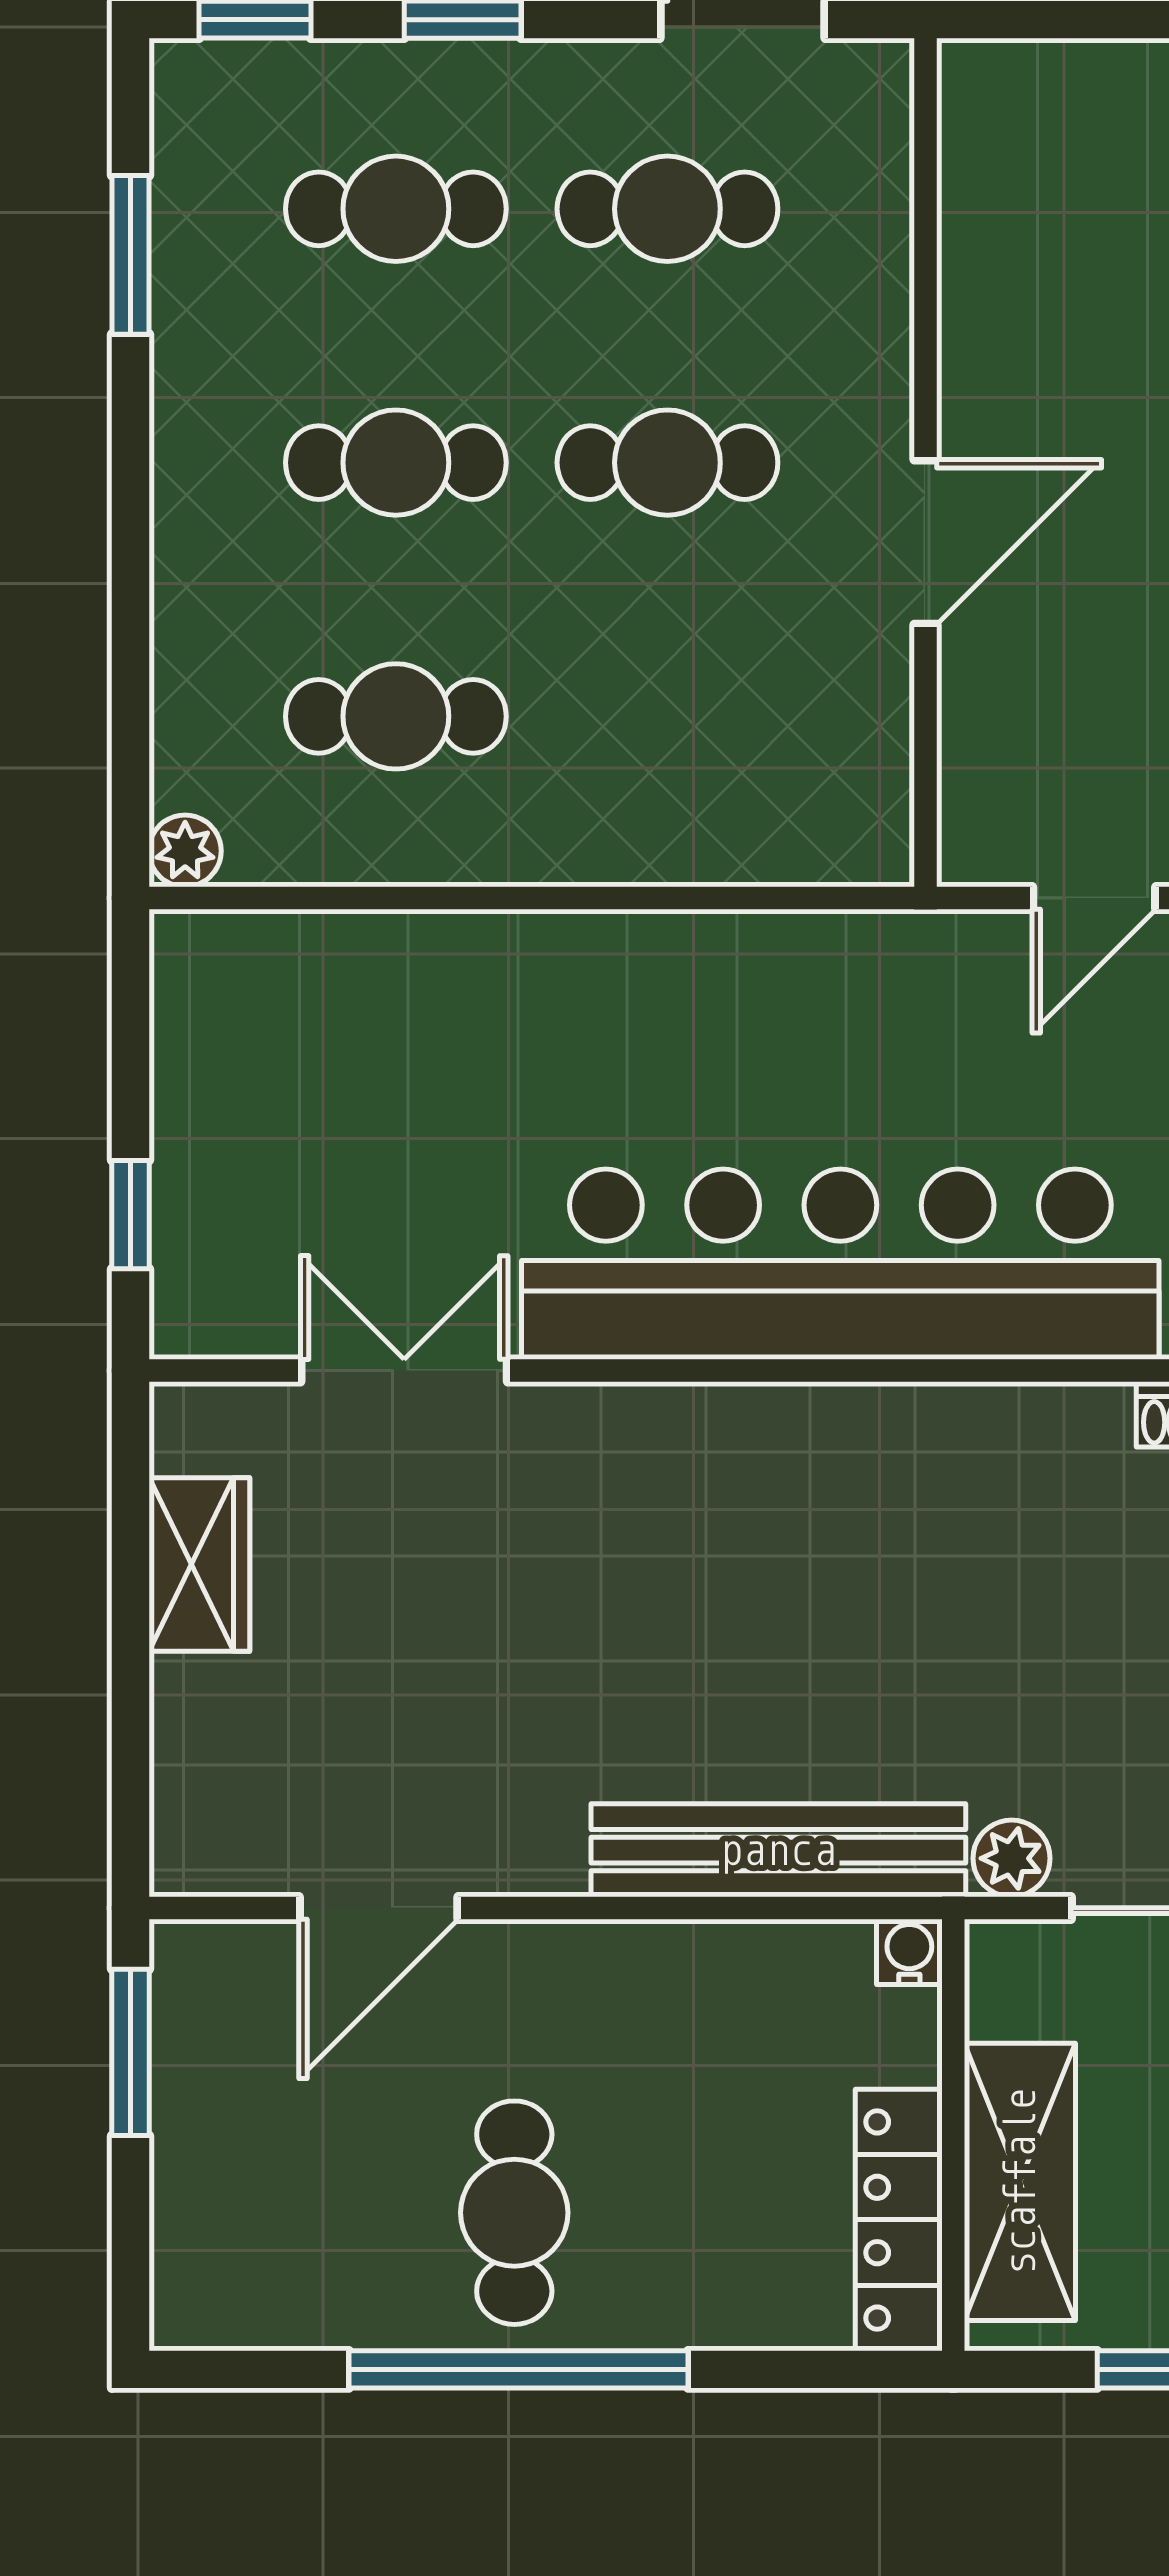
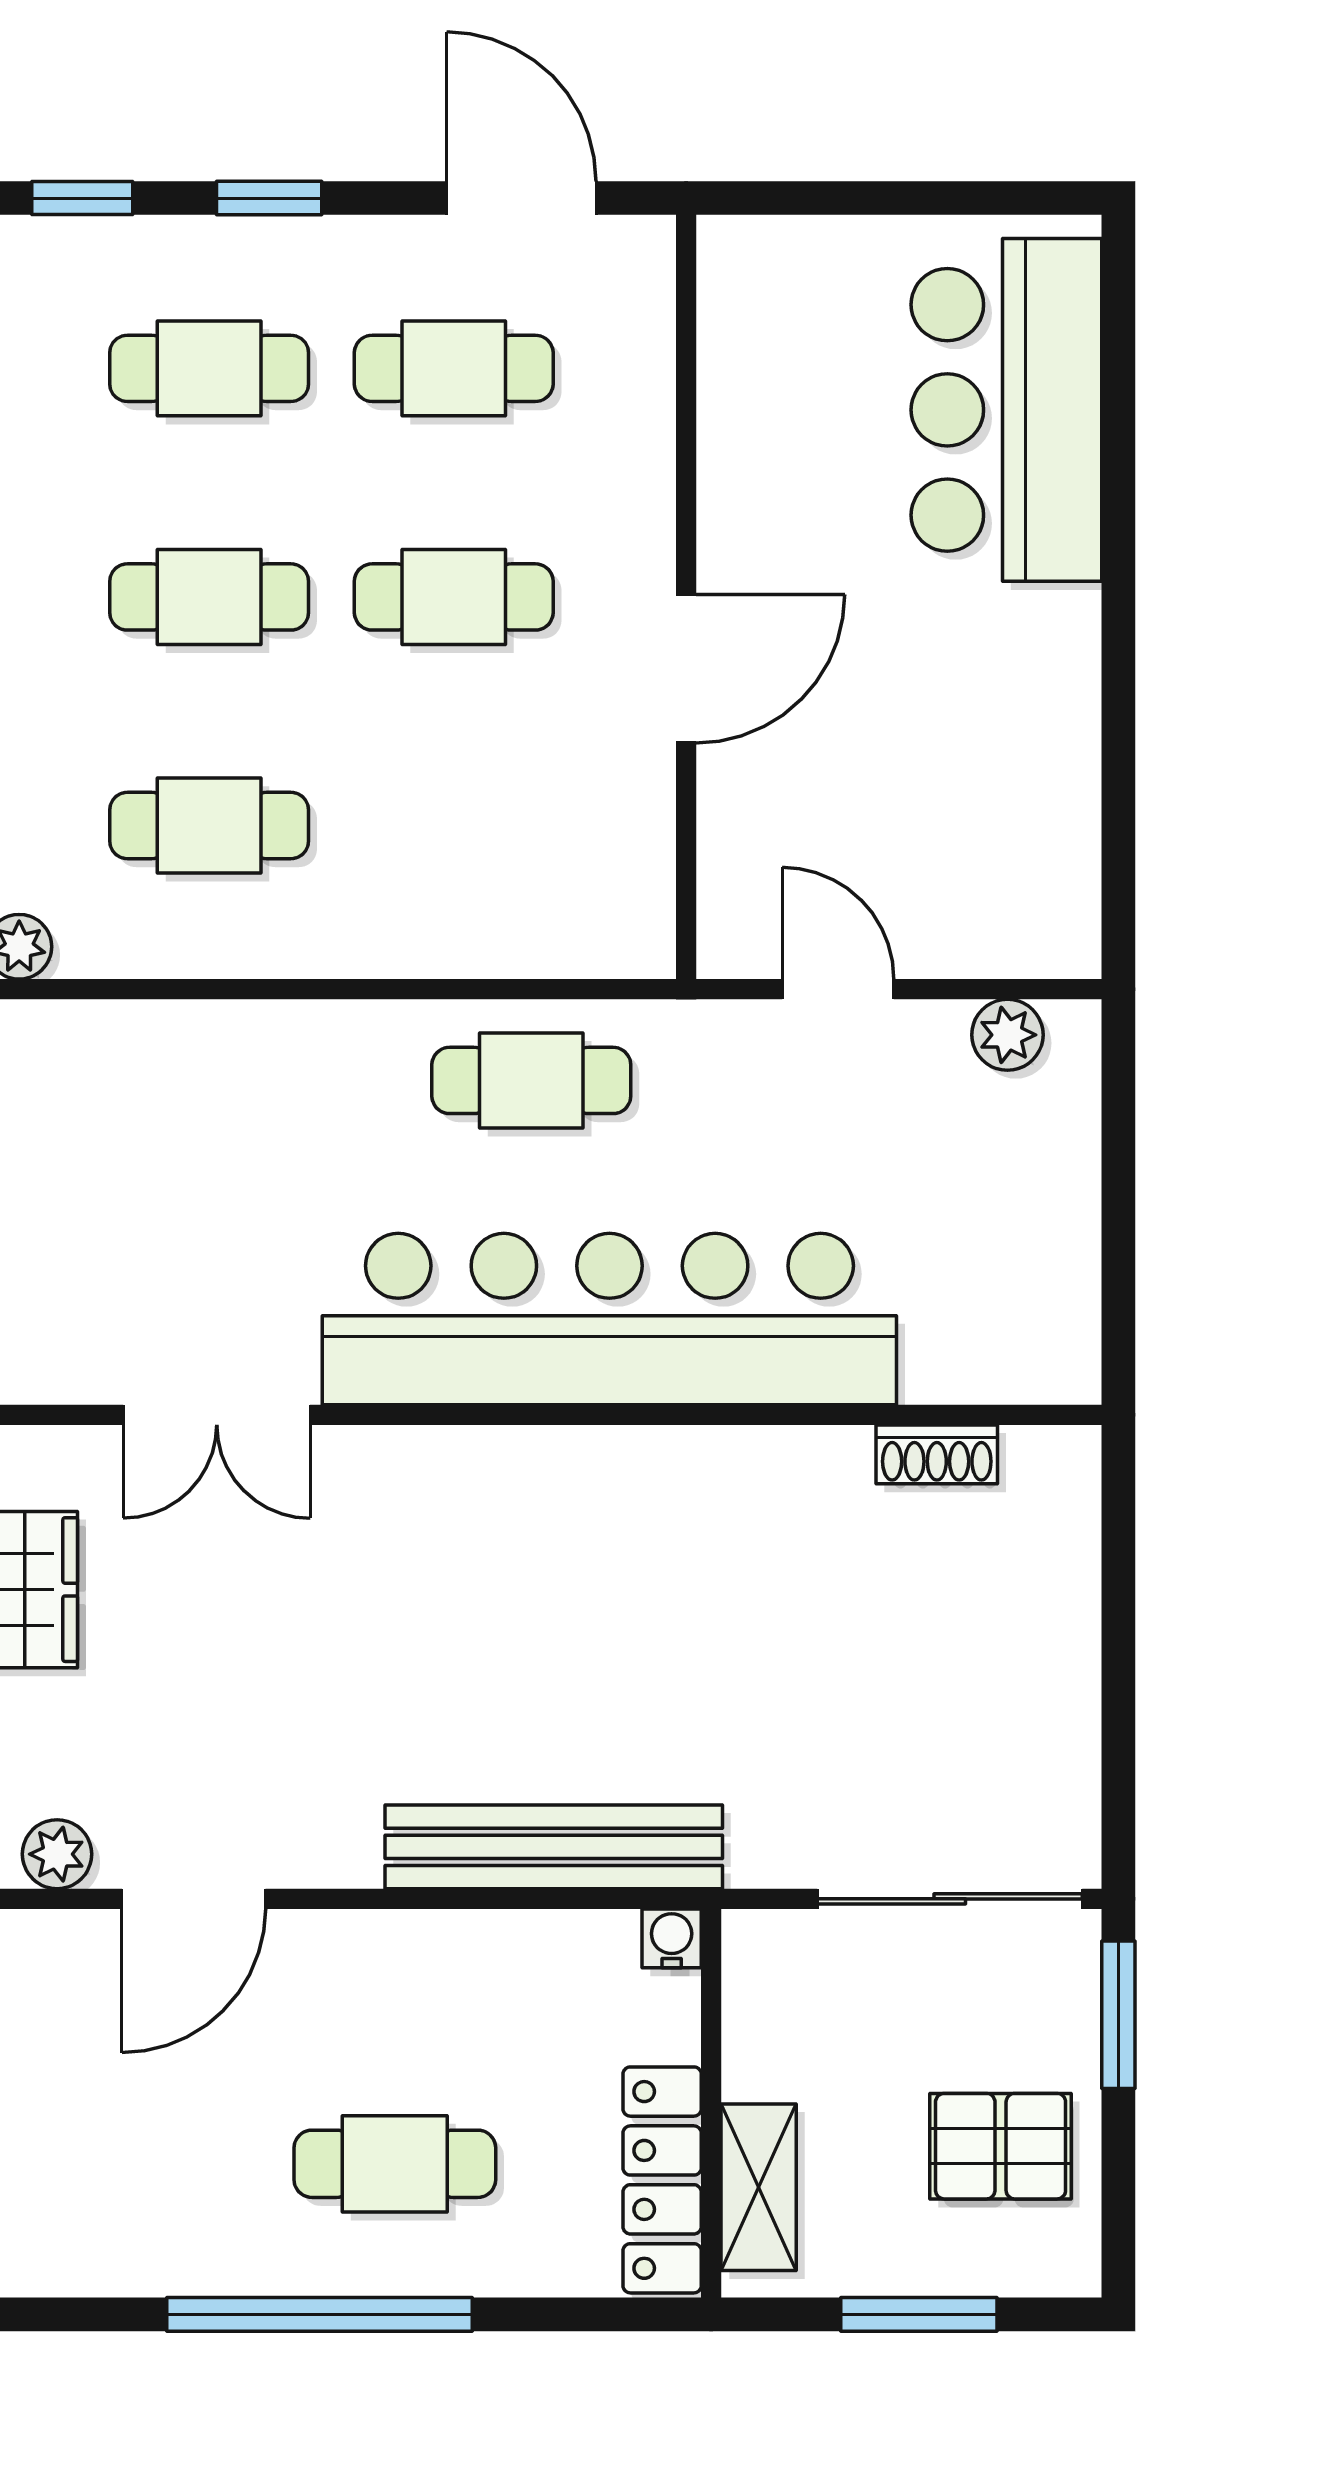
door: (1094, 898) -> (838, 989), swing flipped
cafe table: (754, 999) -> (531, 1080), added
double door: (404, 1371) -> (217, 1415), swing flipped
plant: (1012, 1858) -> (57, 1854), moved
shelving: (1020, 2182) -> (759, 2187), width x0.67, depth x0.75
cafe table: (514, 2213) -> (395, 2164), moved, turned 90

